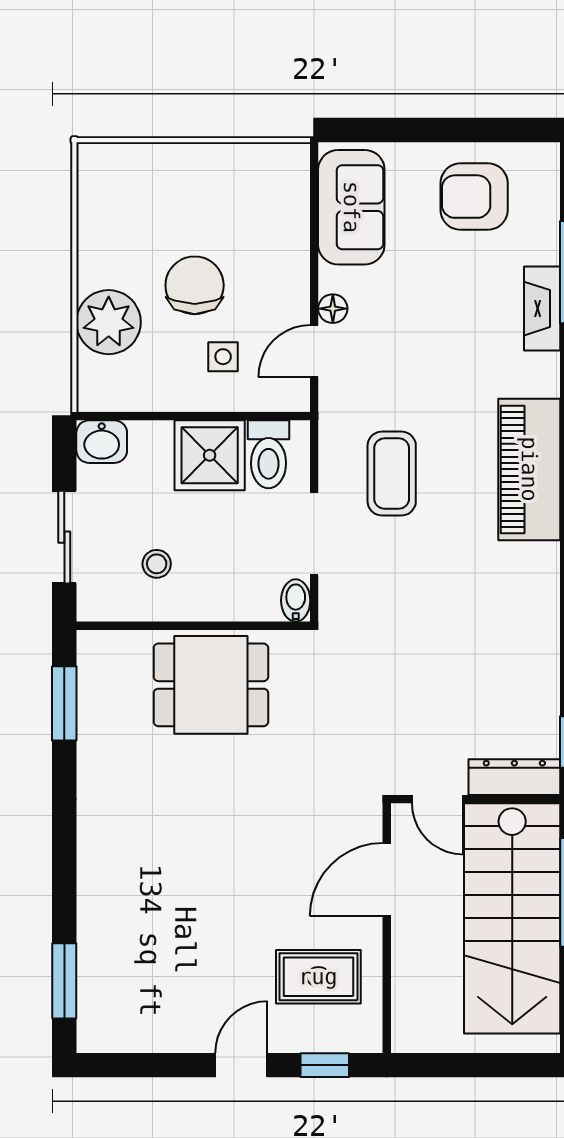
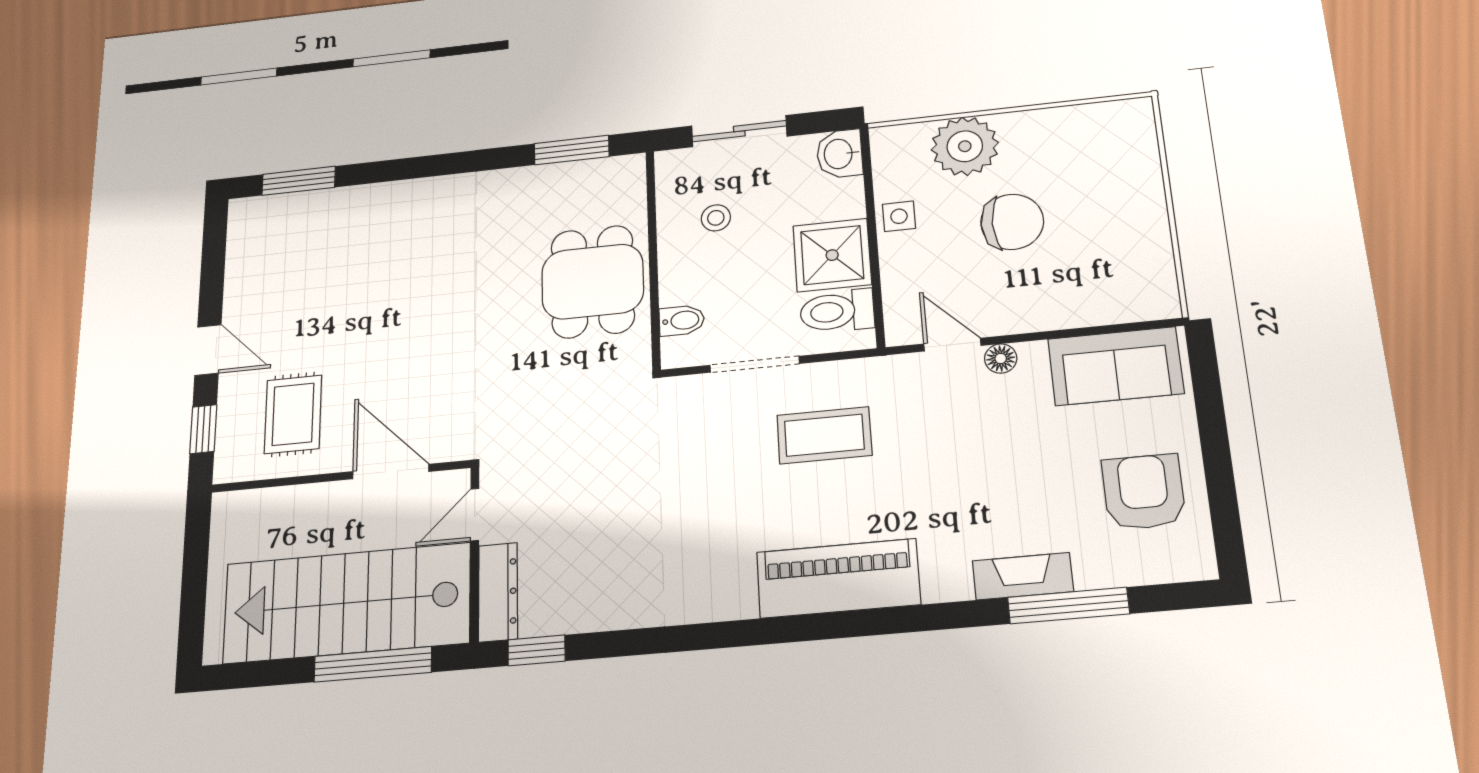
side table: (223, 357) -> (899, 216), moved
bidet: (296, 600) -> (682, 320), moved

